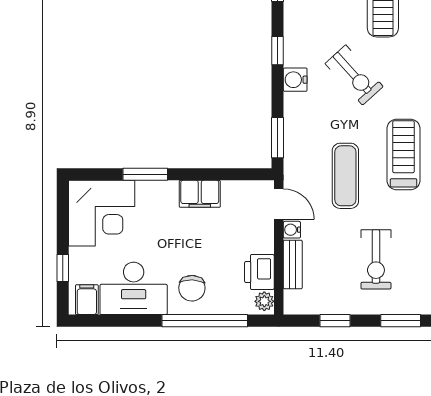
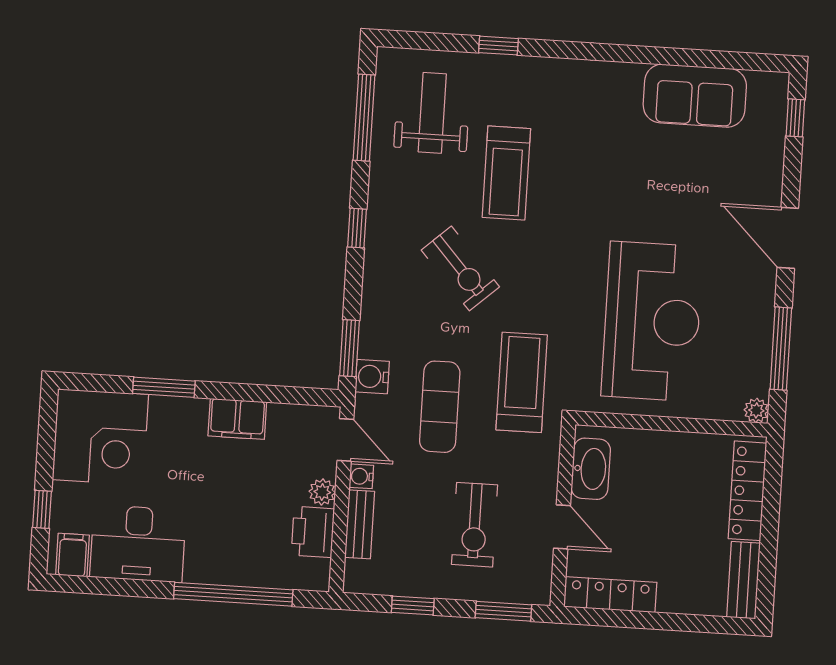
water cooler: (295, 80) -> (372, 377), moved
chair: (192, 288) -> (218, 548), removed
plant: (264, 301) -> (322, 492), moved

